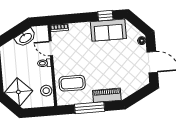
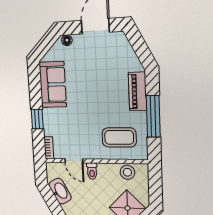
window: (105, 16) -> (37, 119), moved
door: (51, 48) -> (74, 161), hinge flipped
coffee table: (72, 83) -> (119, 137), turned 90

